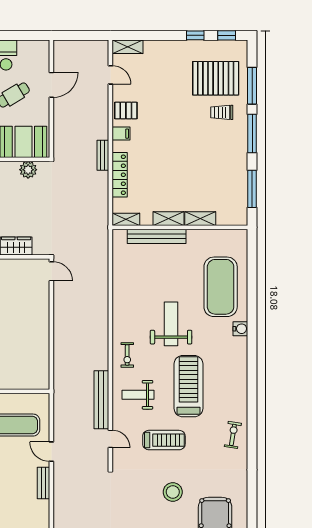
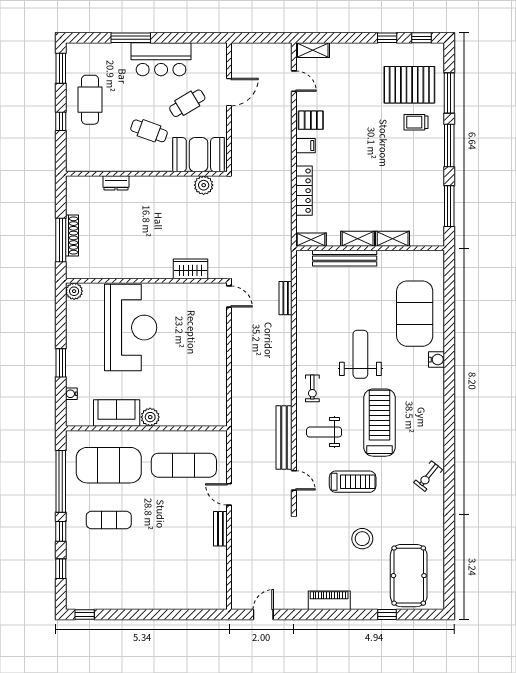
bench: (103, 155) -> (286, 298), moved
exercise bike: (233, 435) -> (428, 476), turned -150

